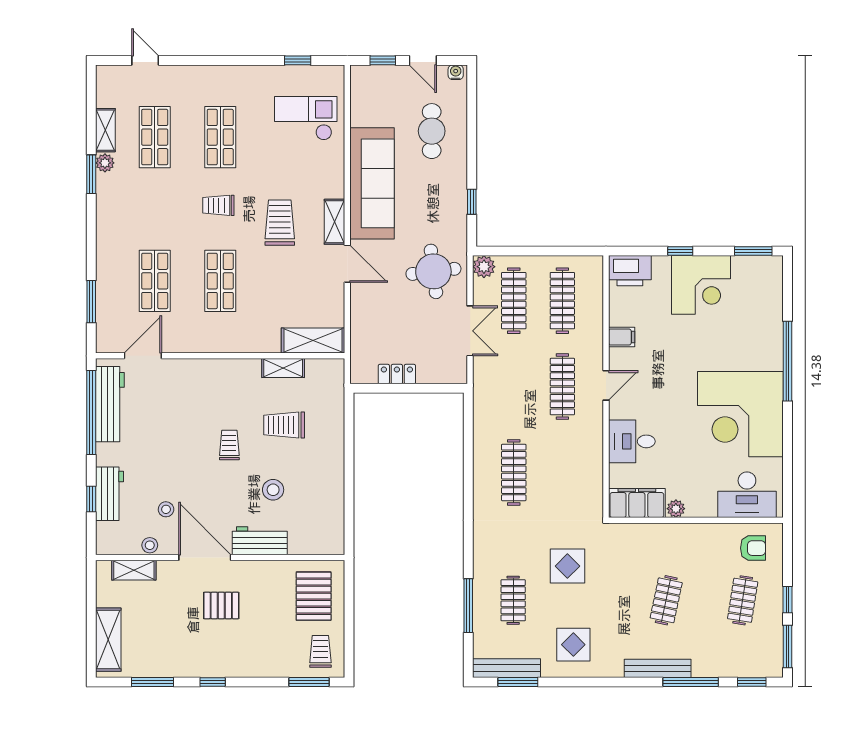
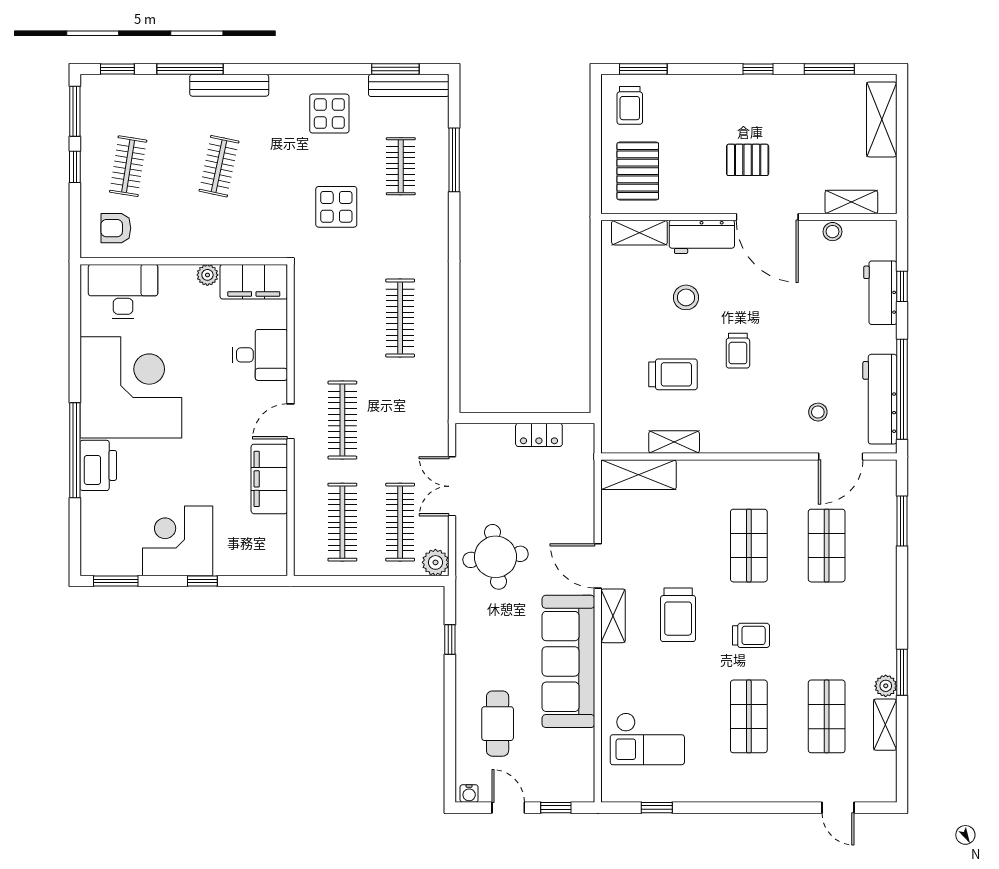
printer: (630, 271) -> (98, 465), moved, turned 90
filing cabinet: (622, 337) -> (269, 479), width x3.00, depth x1.17
stool: (166, 509) -> (818, 412), moved
shelving: (312, 544) -> (639, 233), added

